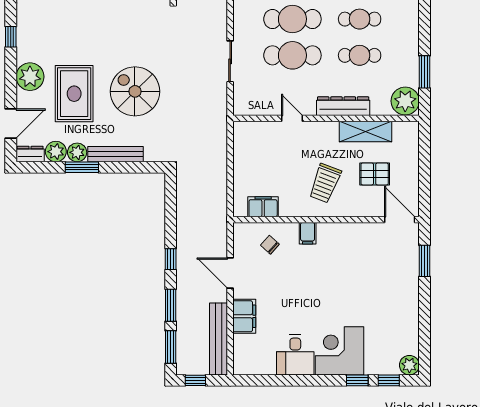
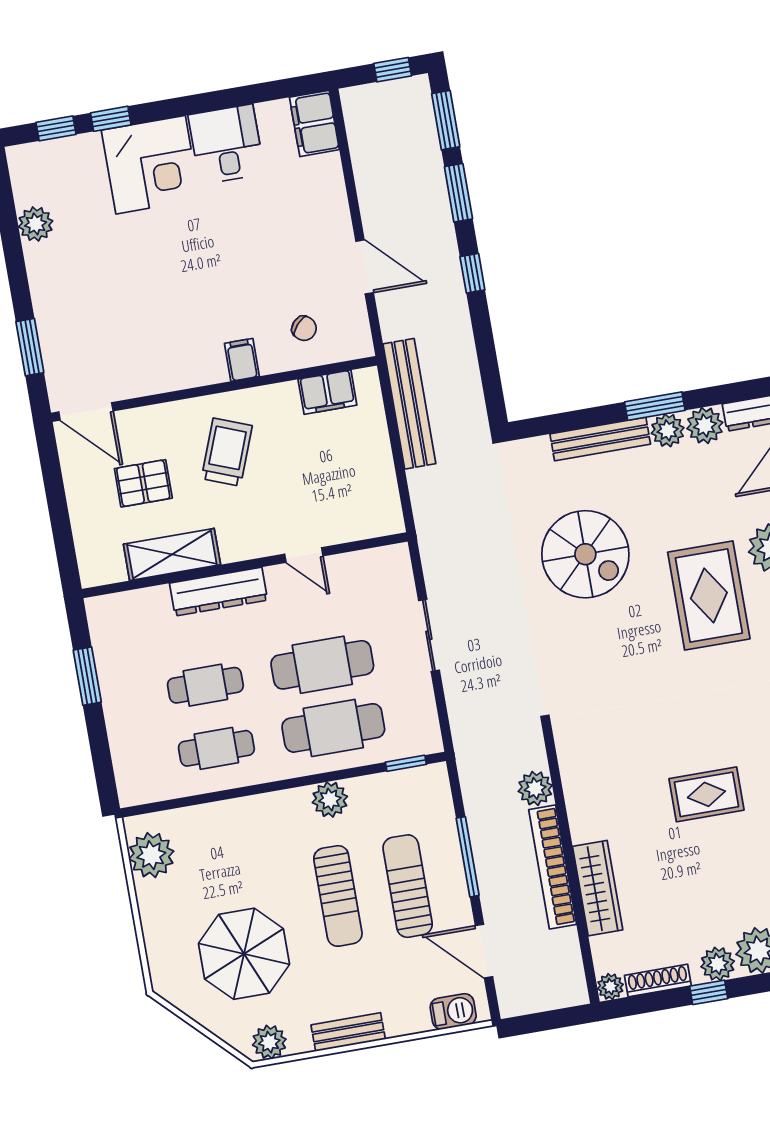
rug: (74, 94) -> (709, 595), moved
plant: (405, 101) -> (112, 620), removed
filing cabinet: (244, 316) -> (314, 123), moved
bench: (218, 339) -> (409, 404), moved
plant: (409, 365) -> (36, 224), moved

